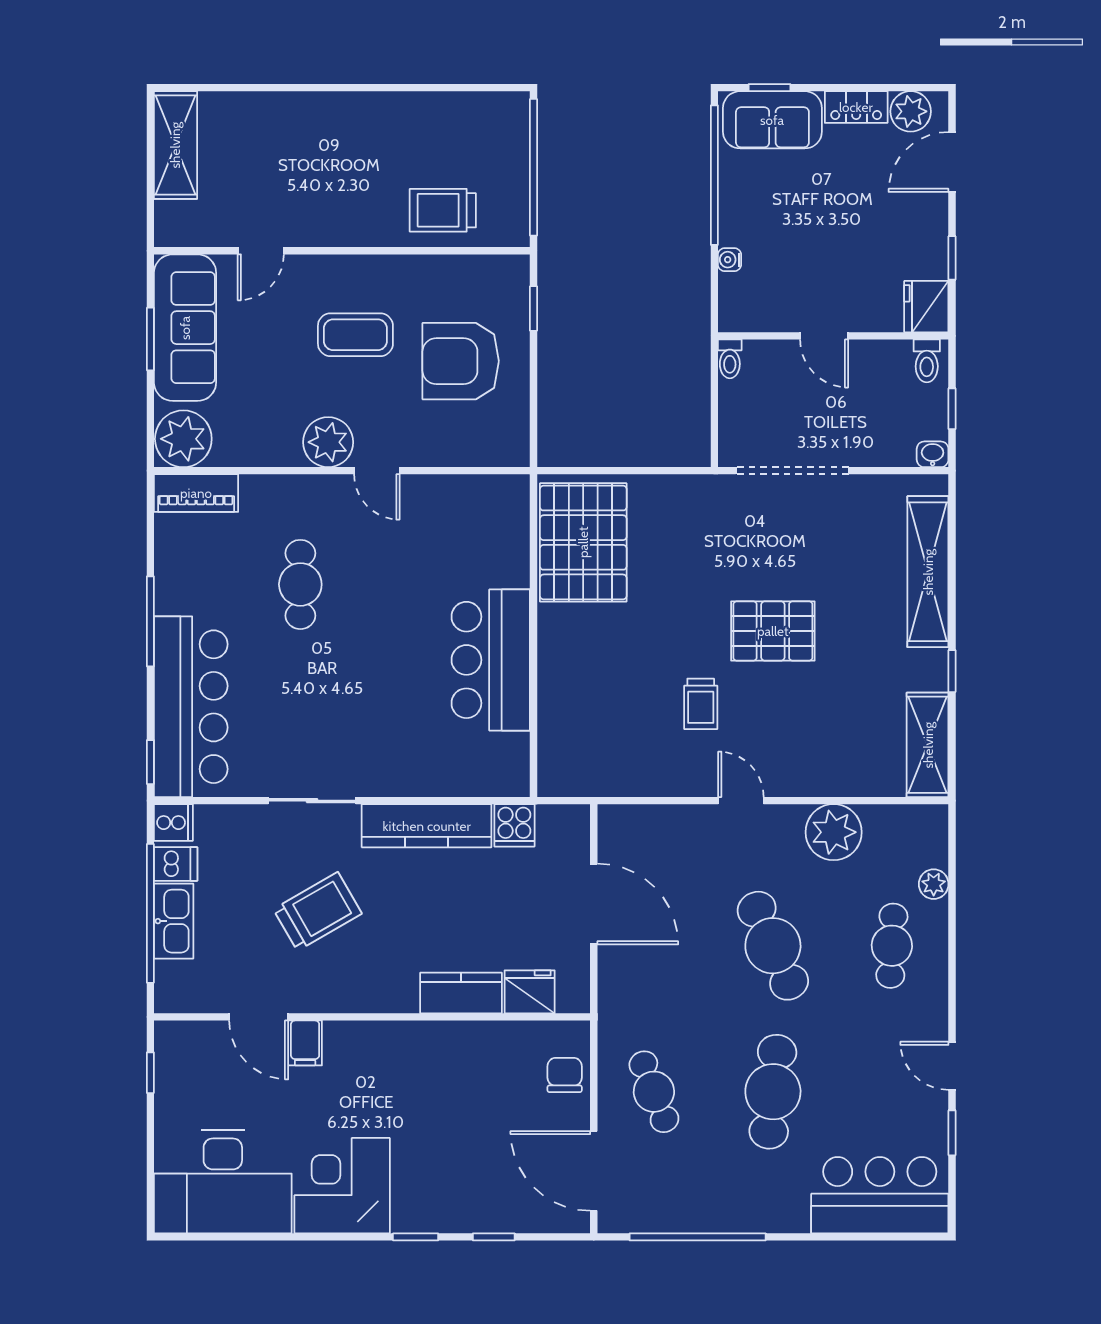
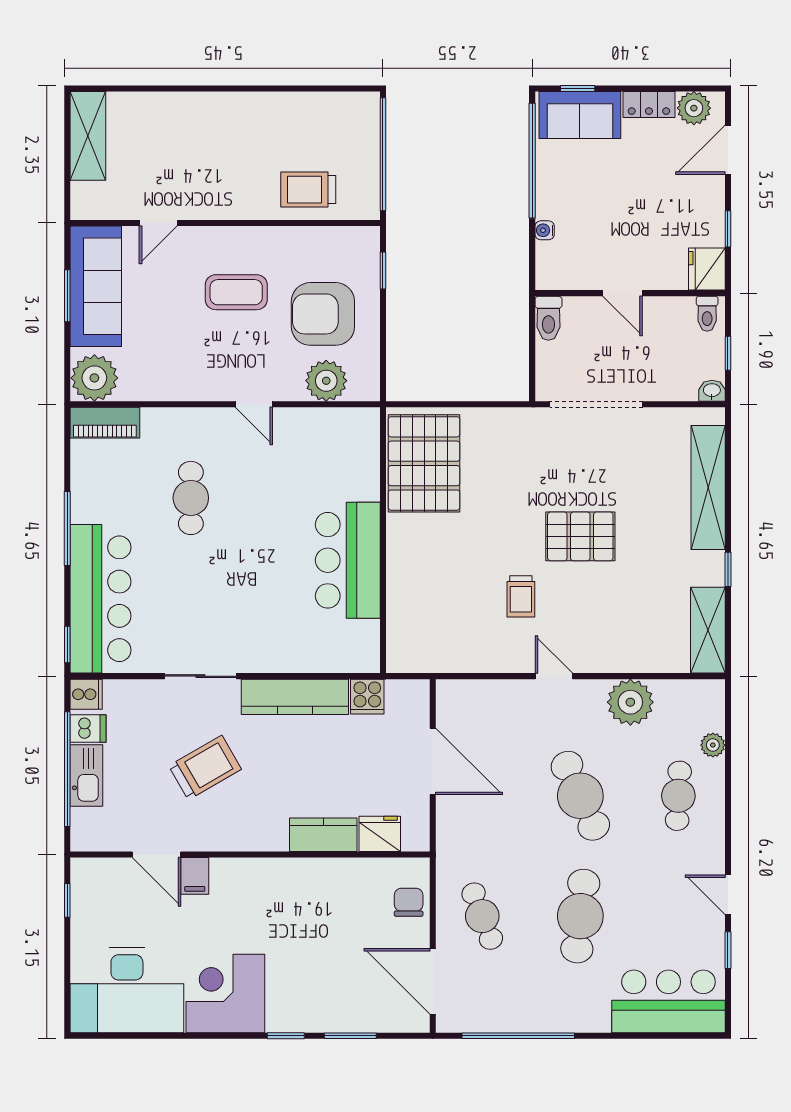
toilet: (730, 359) -> (548, 318), width x1.37, depth x1.39
plant: (328, 442) -> (326, 381), moved
window: (494, 1237) -> (350, 1036), width x1.50

